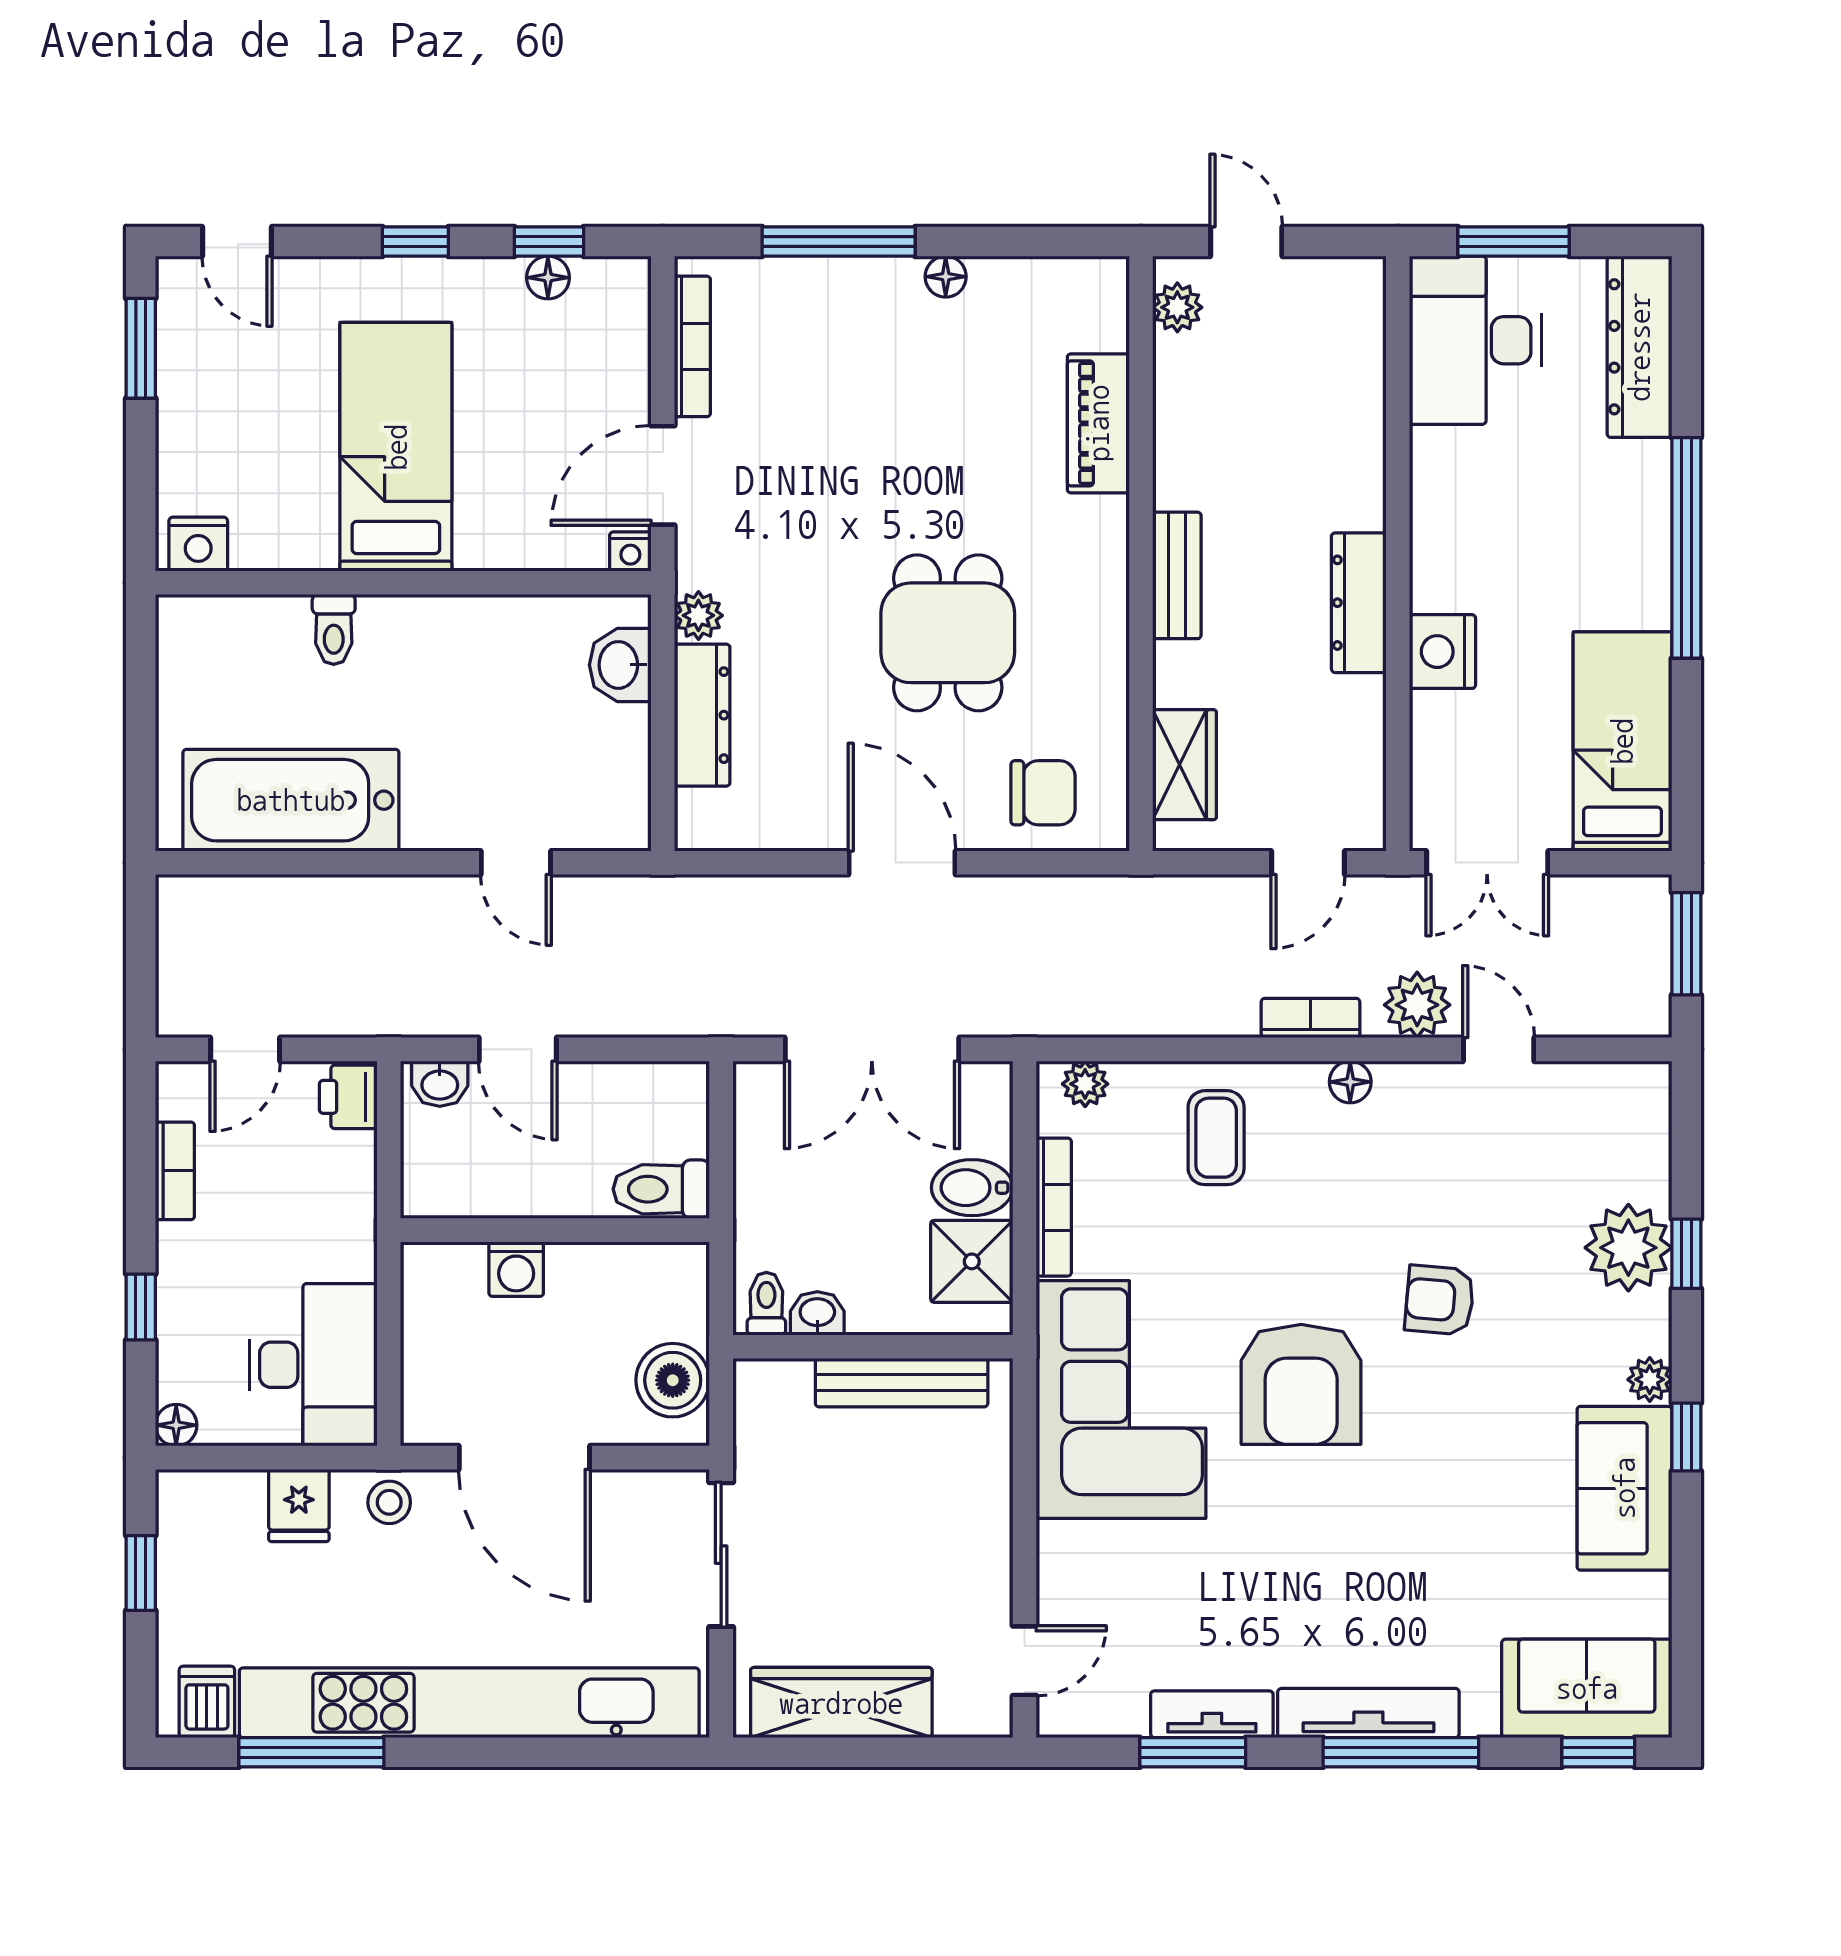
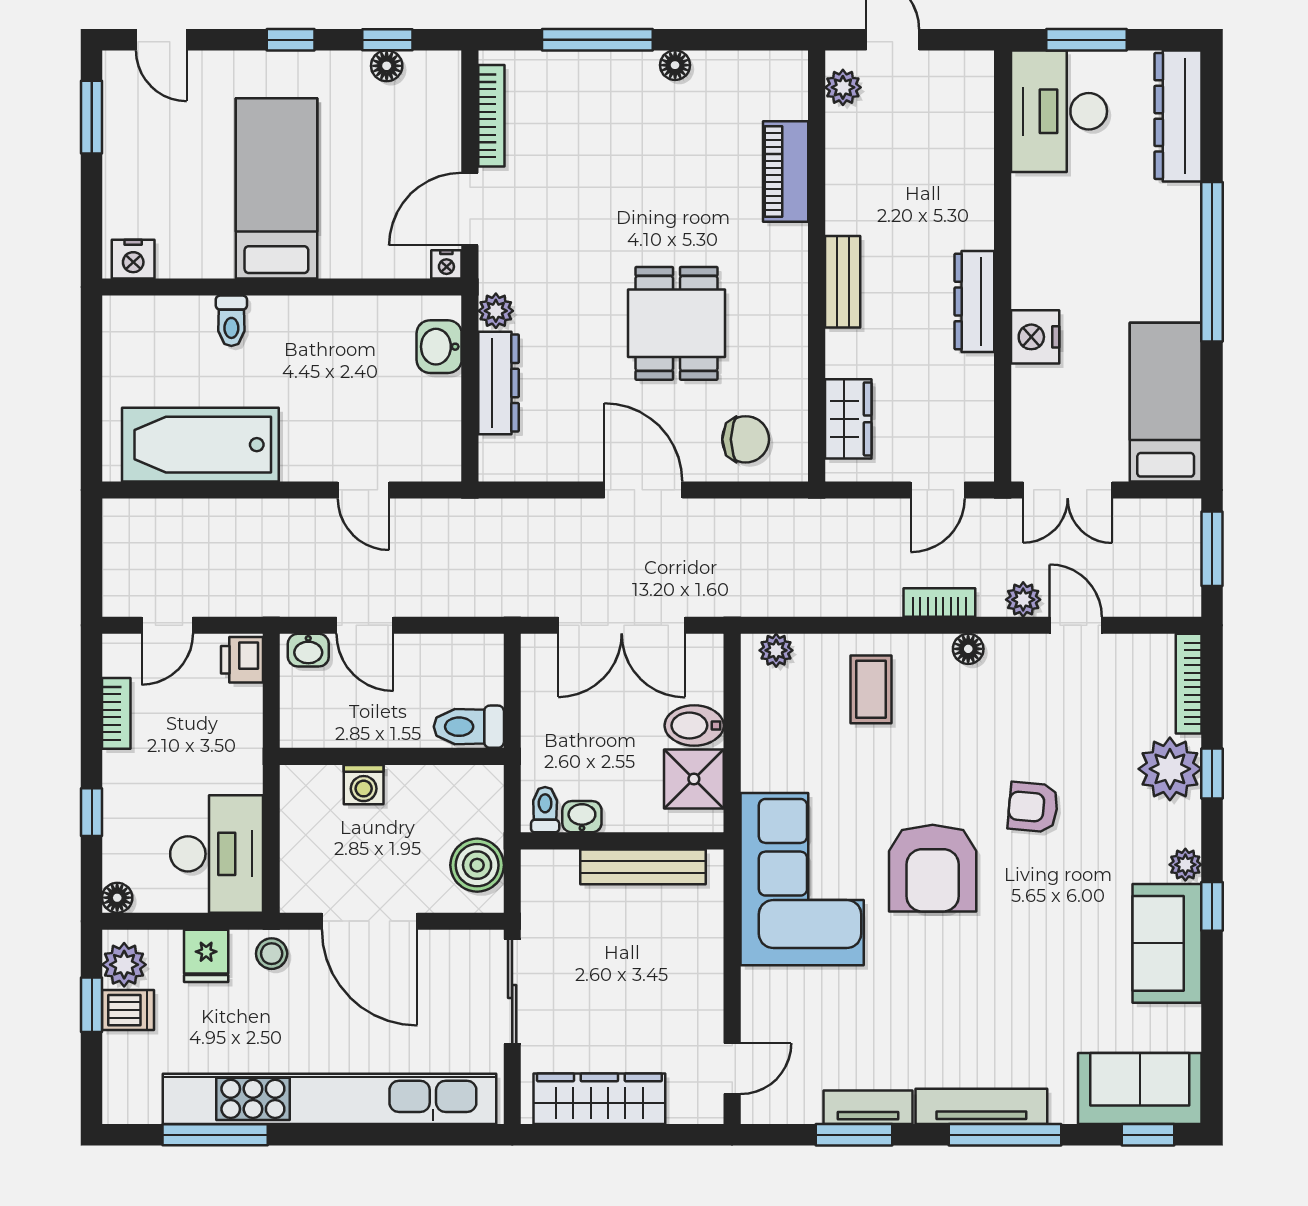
plant: (1417, 1005) -> (1023, 600), width x0.73, depth x0.73
bookcase: (1054, 1207) -> (1189, 684), moved, turned 180
plant: (186, 1518) -> (124, 965), added
dishwasher: (207, 1702) -> (128, 1010), moved, turned 90

